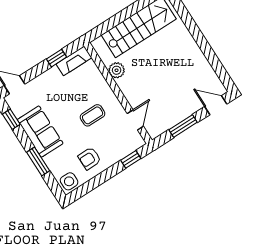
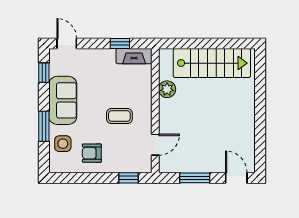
side table: (69, 181) -> (63, 144), moved

